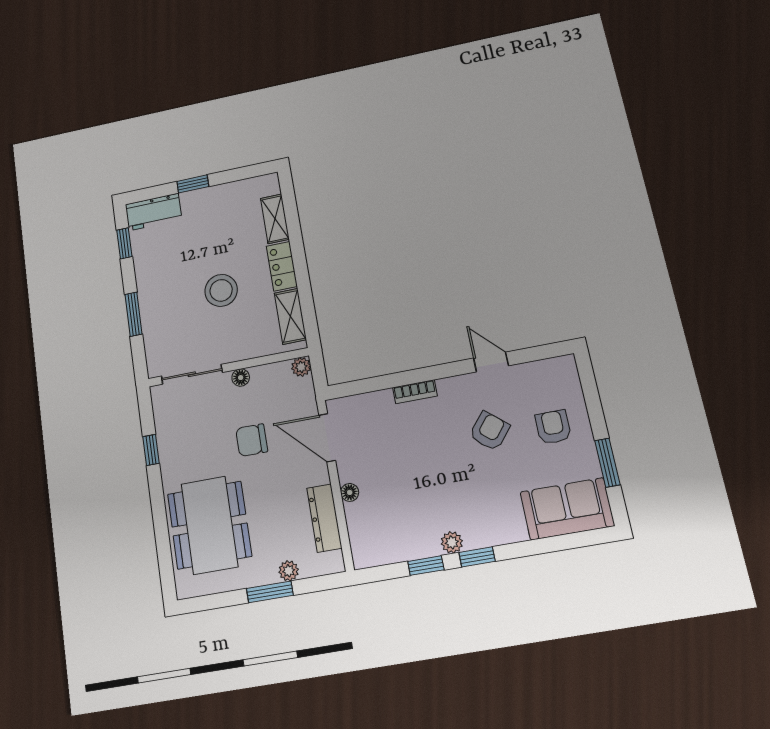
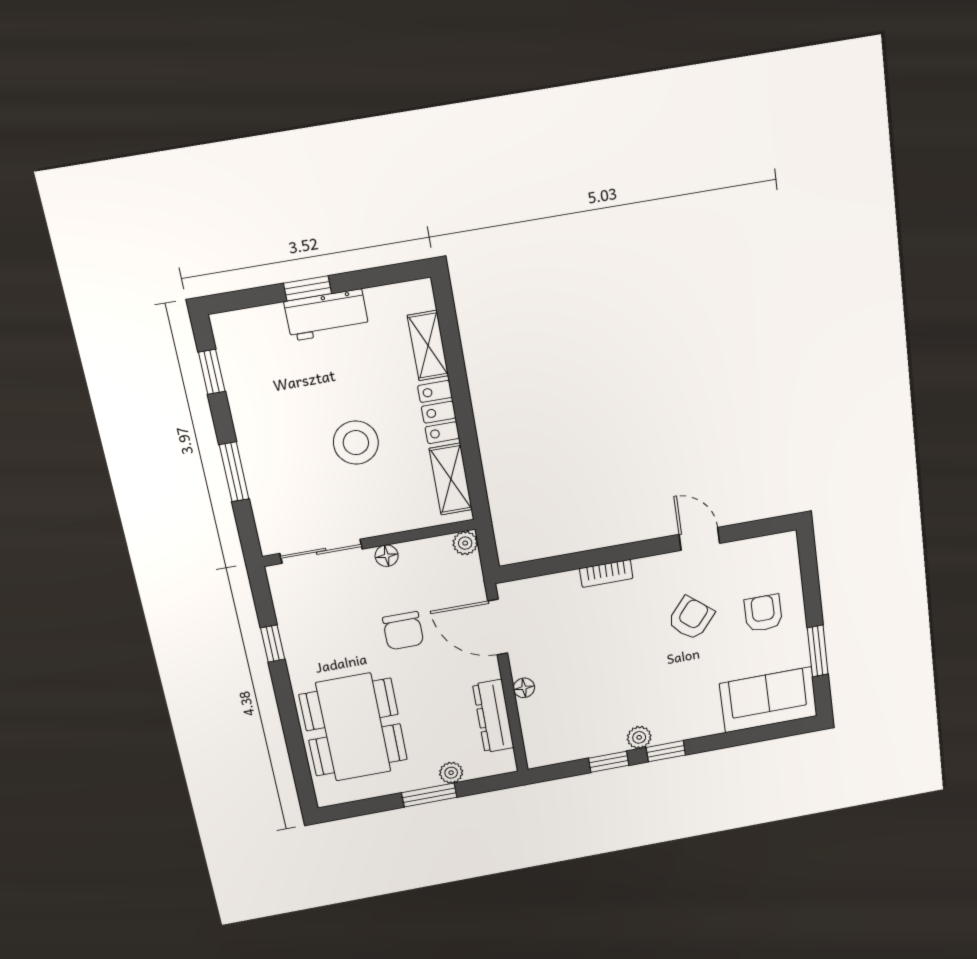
workbench: (153, 212) -> (327, 315), moved
chair: (252, 440) -> (403, 631), turned -90

